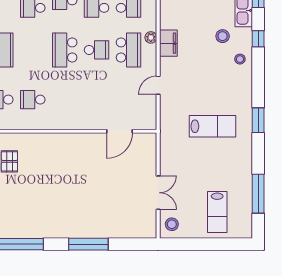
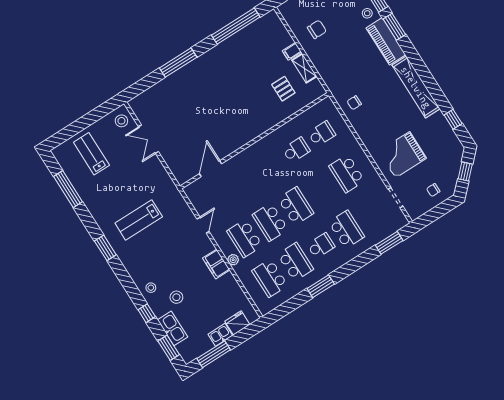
school desk: (97, 50) -> (270, 222), width x1.85

